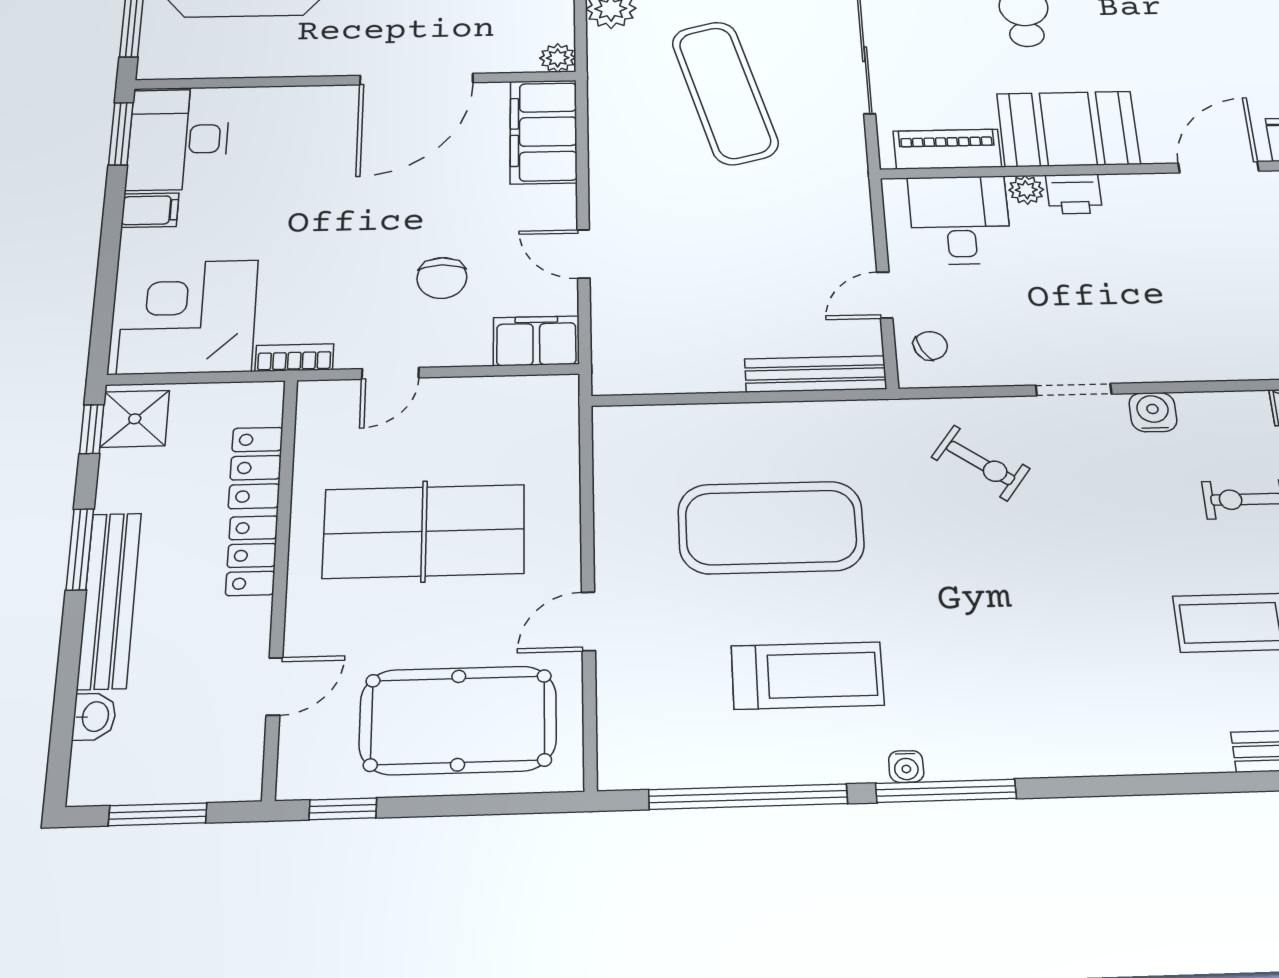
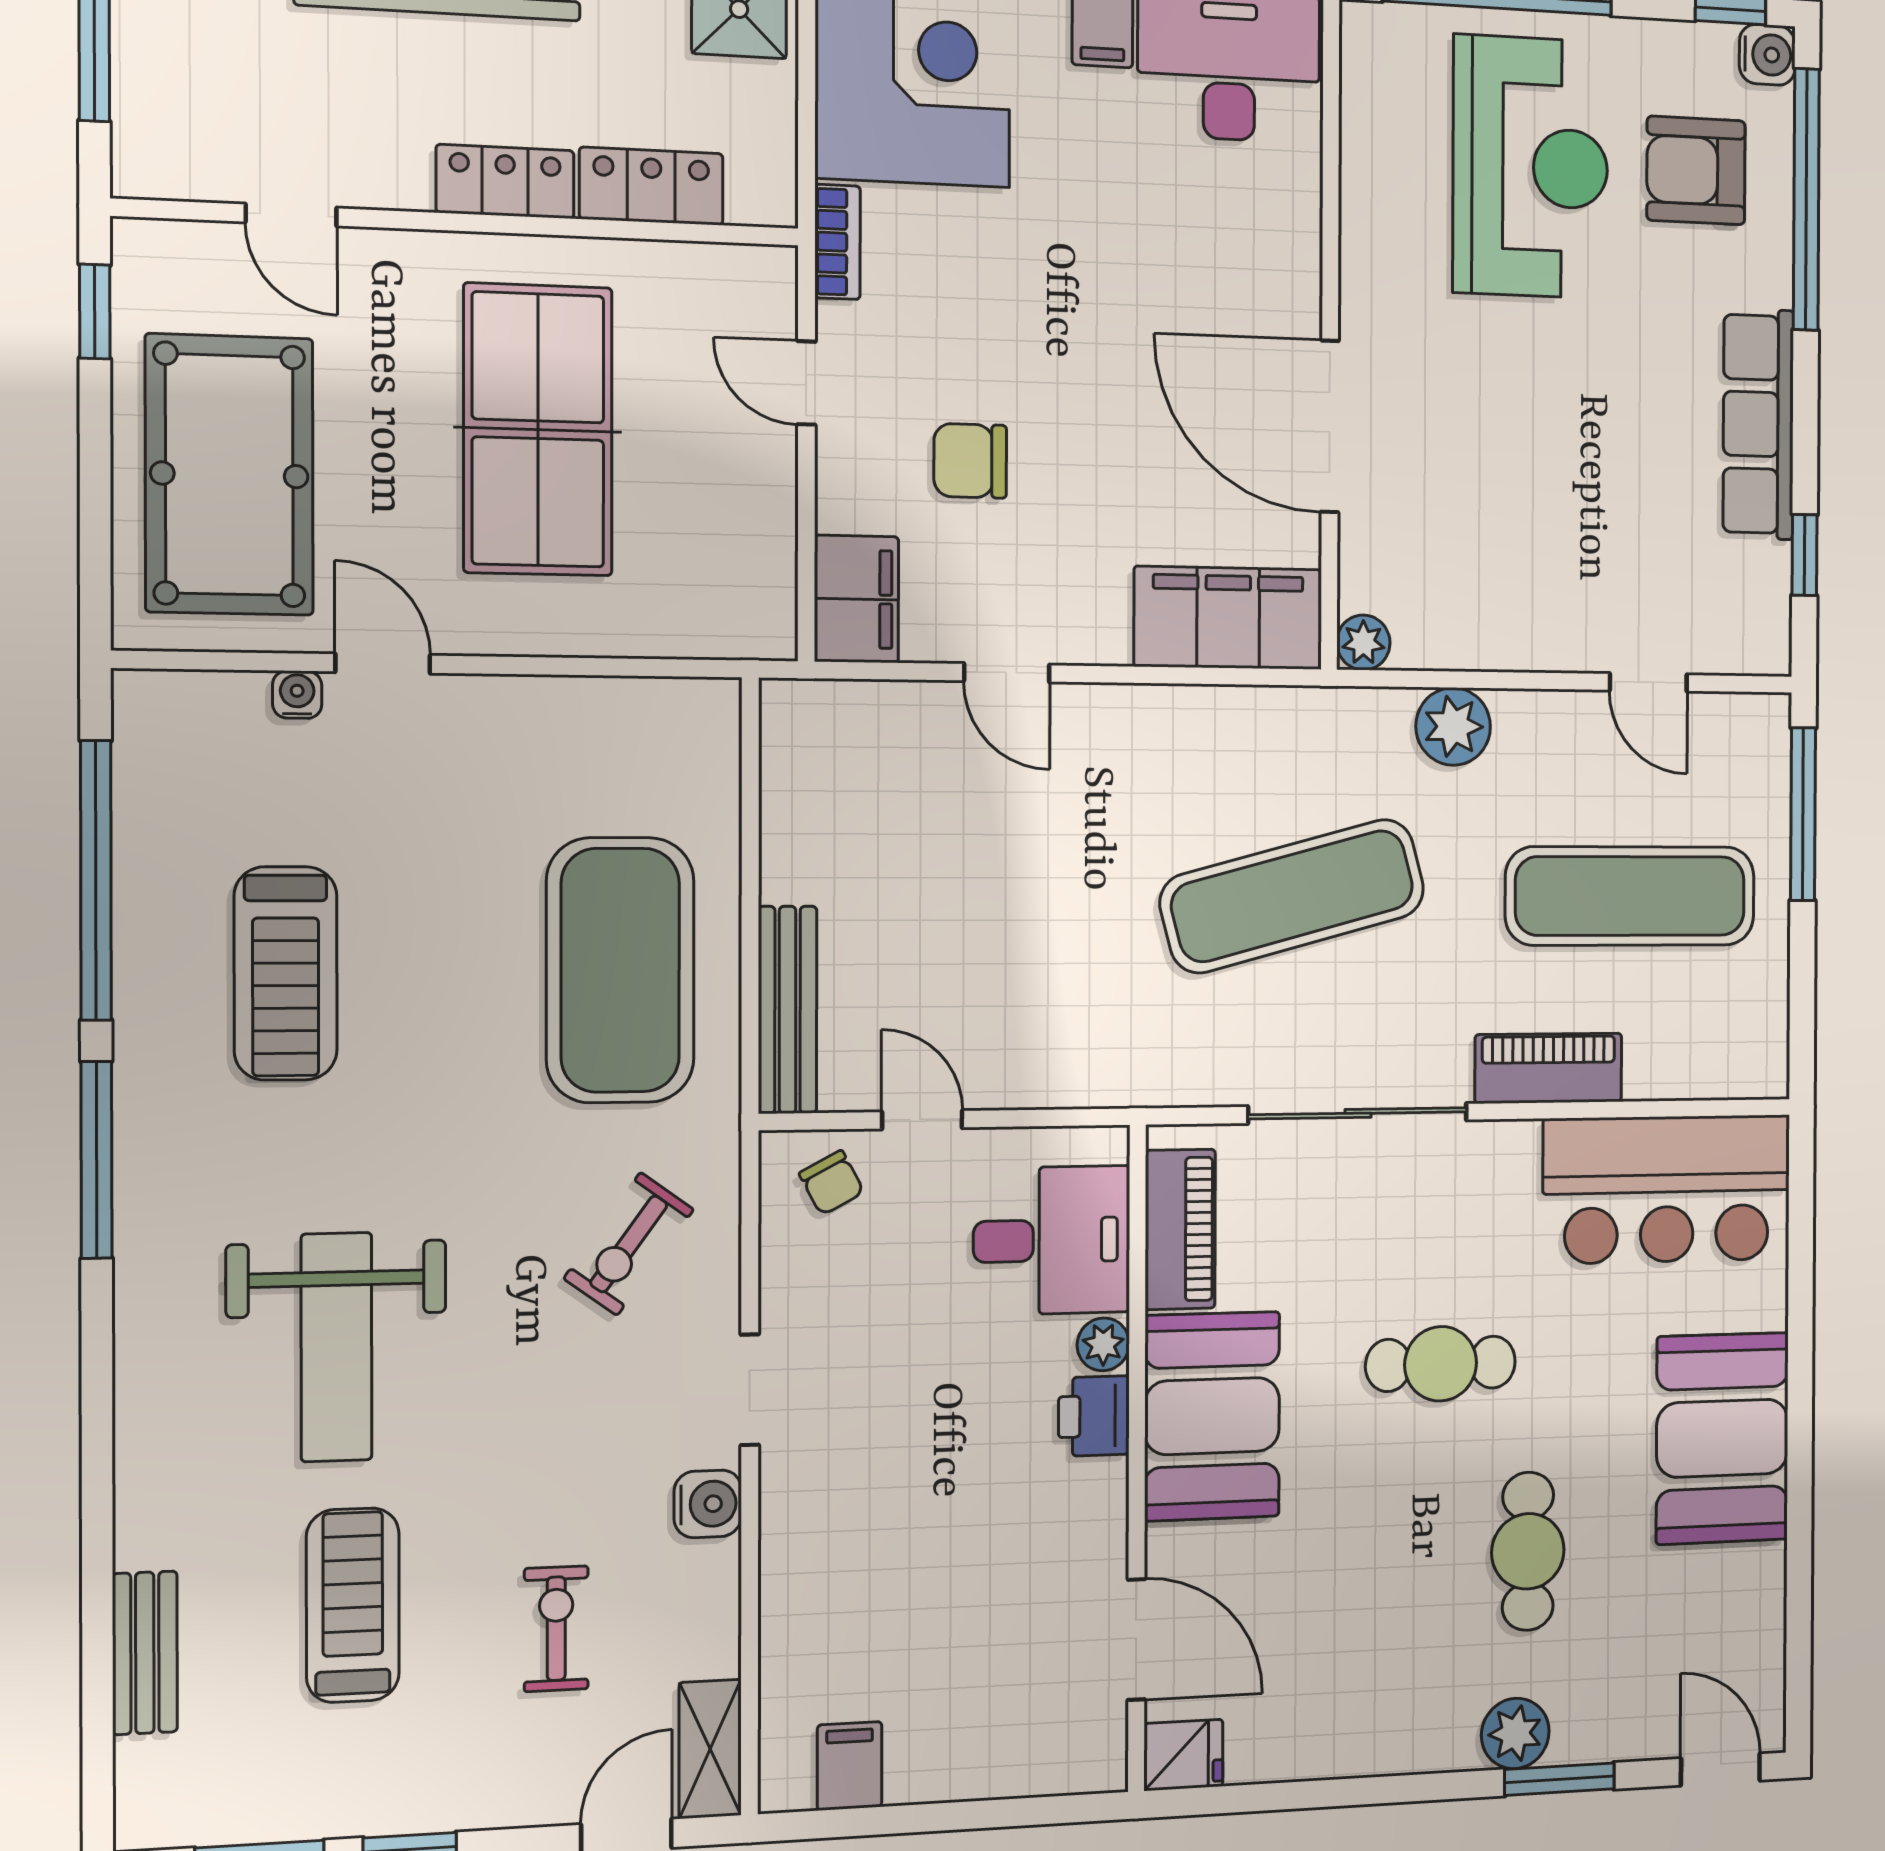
door: (584, 254) -> (1007, 673), swing flipped
exercise mat: (771, 527) -> (620, 970), moved
weight bench: (1066, 637) -> (337, 1347), added
water cooler: (906, 766) -> (297, 695), moved, turned 90

